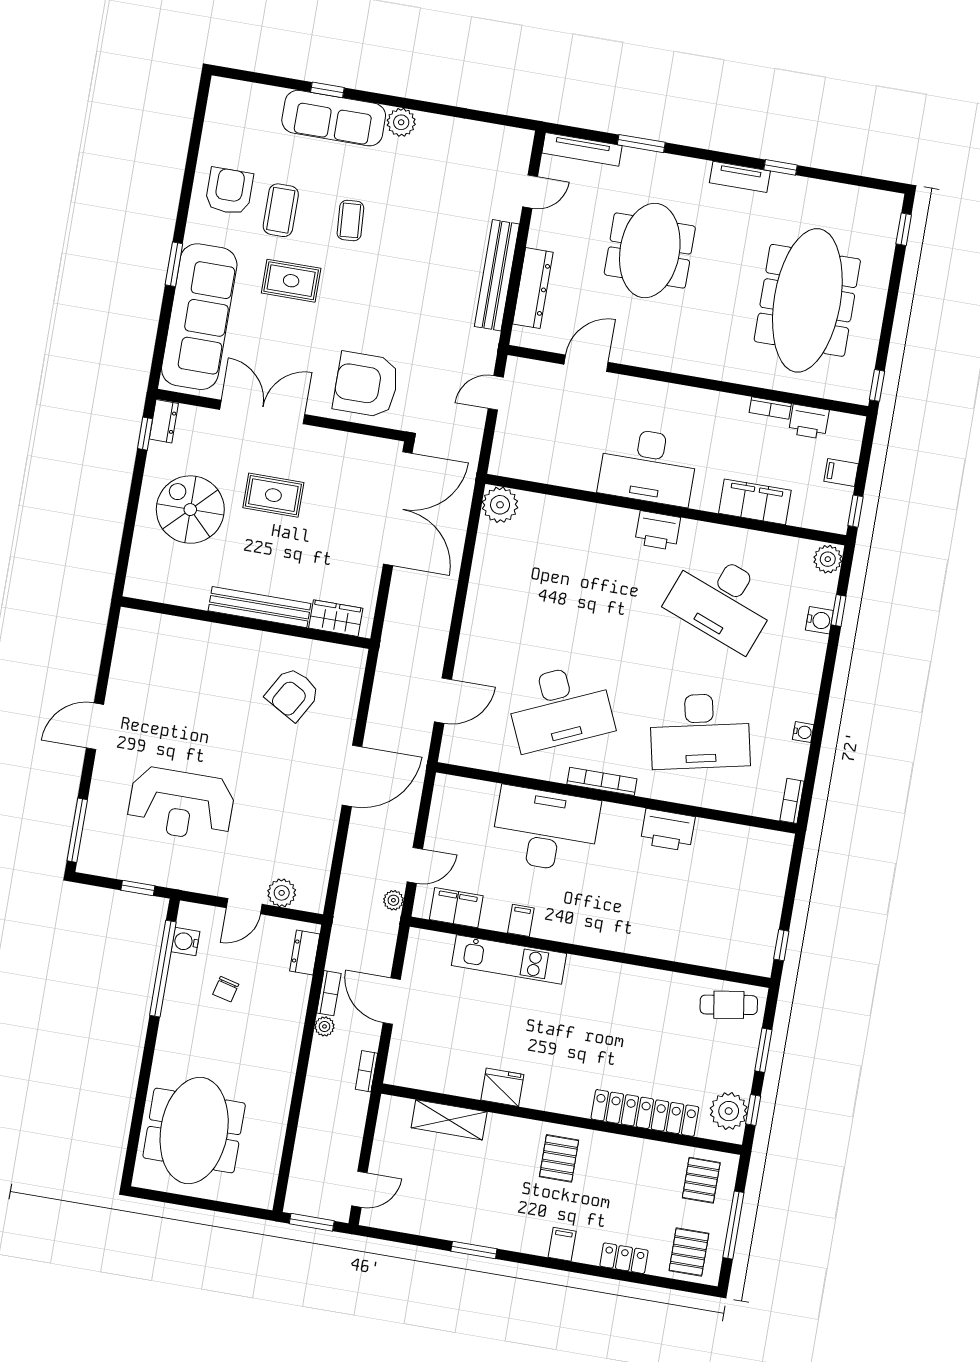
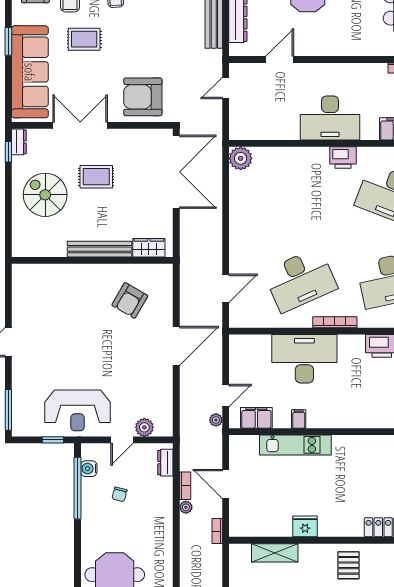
reception desk: (181, 804) -> (78, 410), moved

